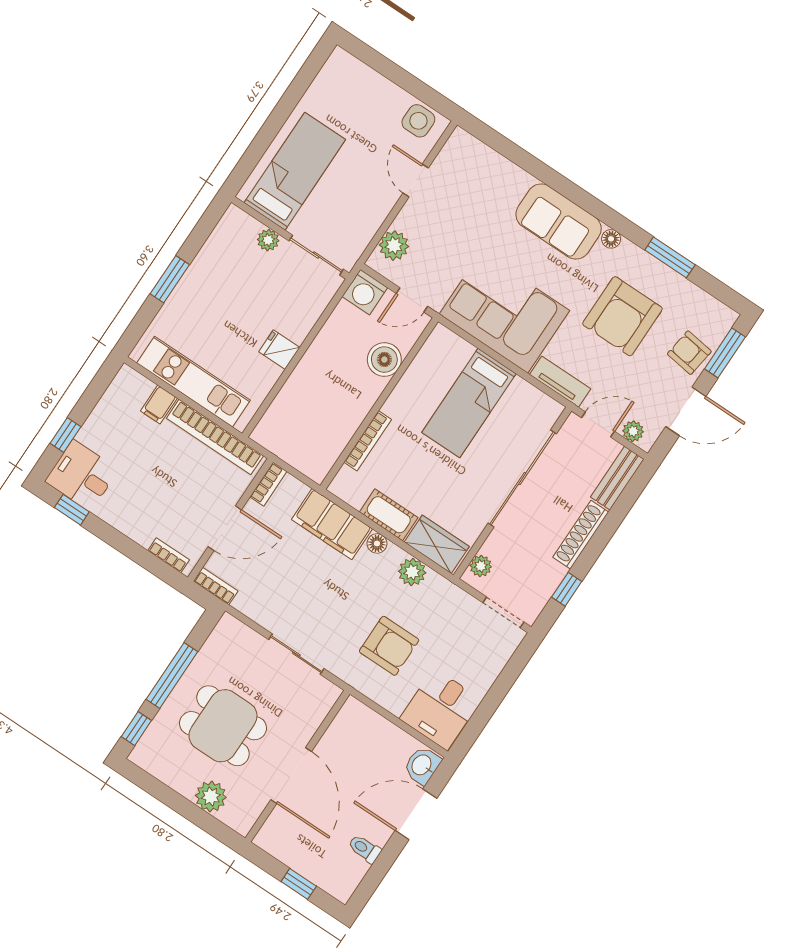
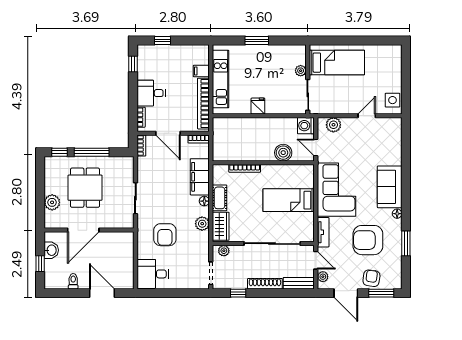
desk: (82, 475) -> (151, 93), moved, turned -90
washbasin: (422, 765) -> (51, 250), moved, turned 90

